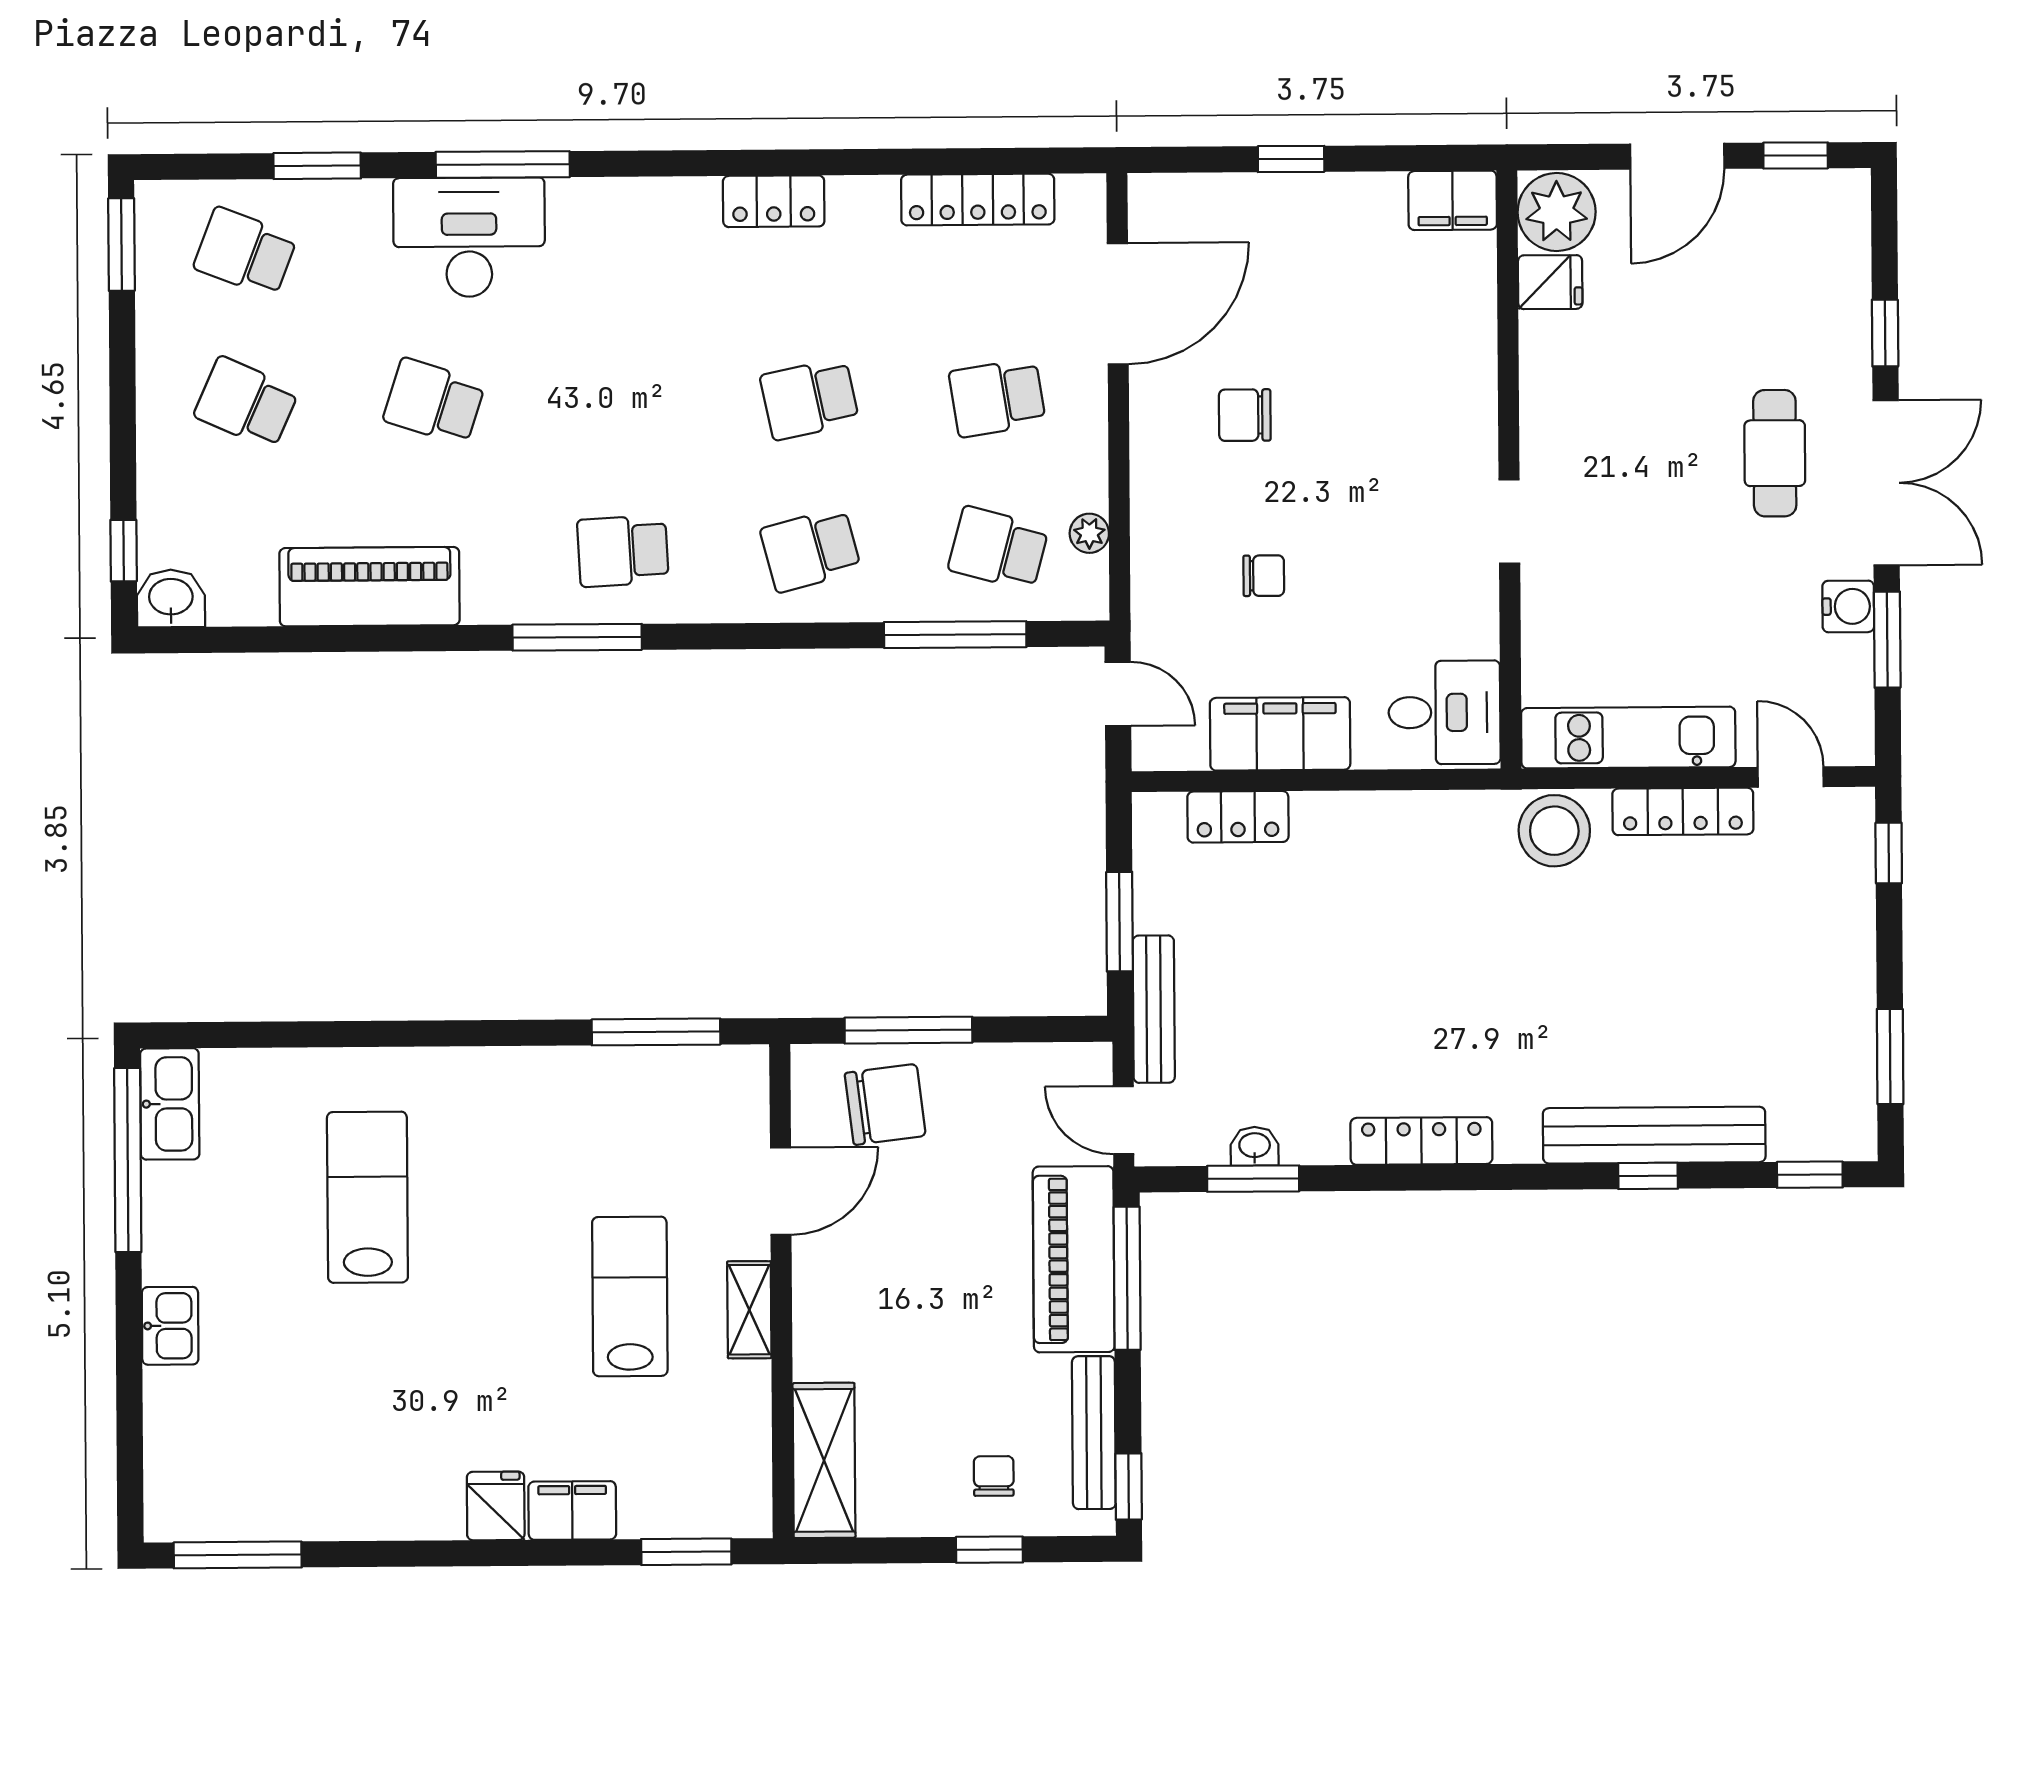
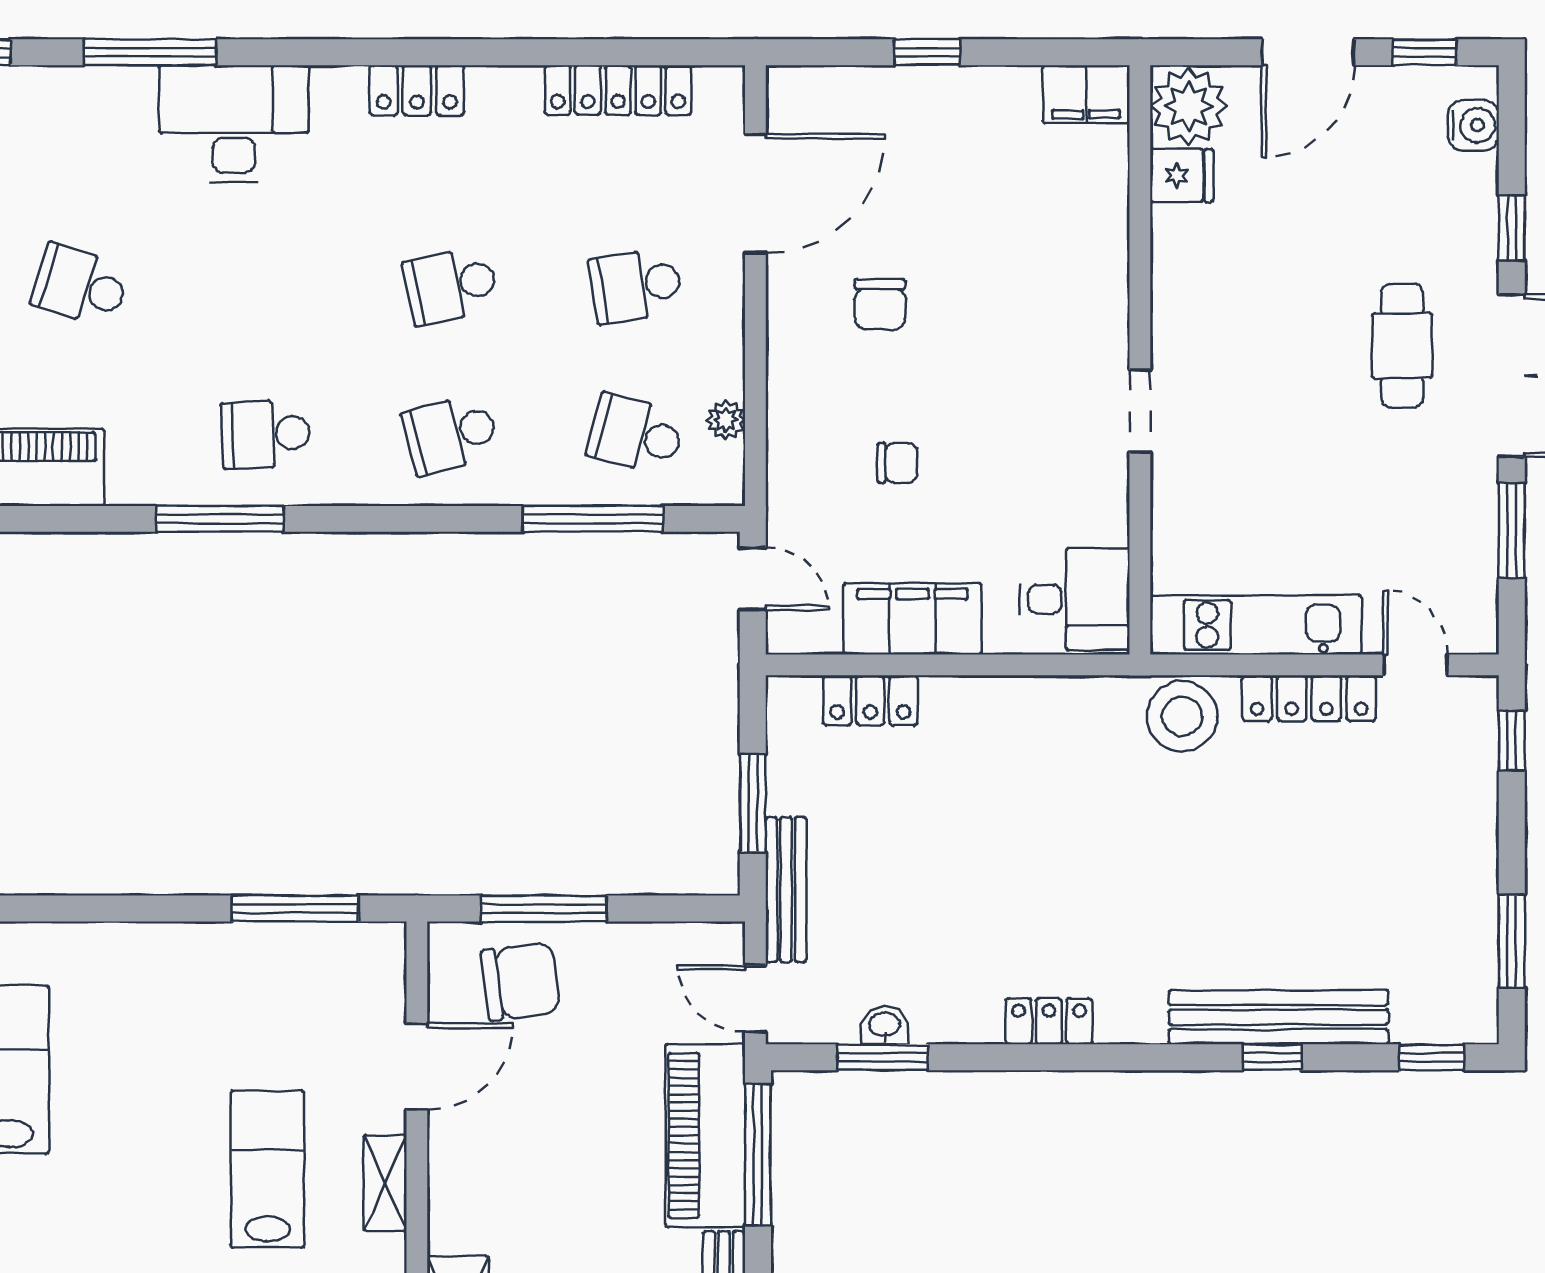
desk: (469, 237) -> (234, 124), moved
chair: (1245, 415) -> (880, 304), turned -90
water cooler: (1848, 606) -> (1473, 125), moved
locker: (1421, 1141) -> (1049, 1021), width x0.66

